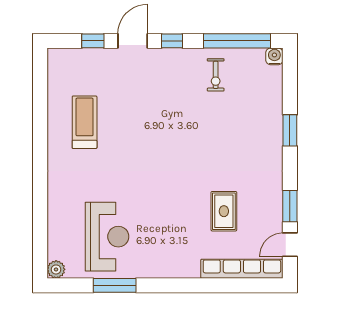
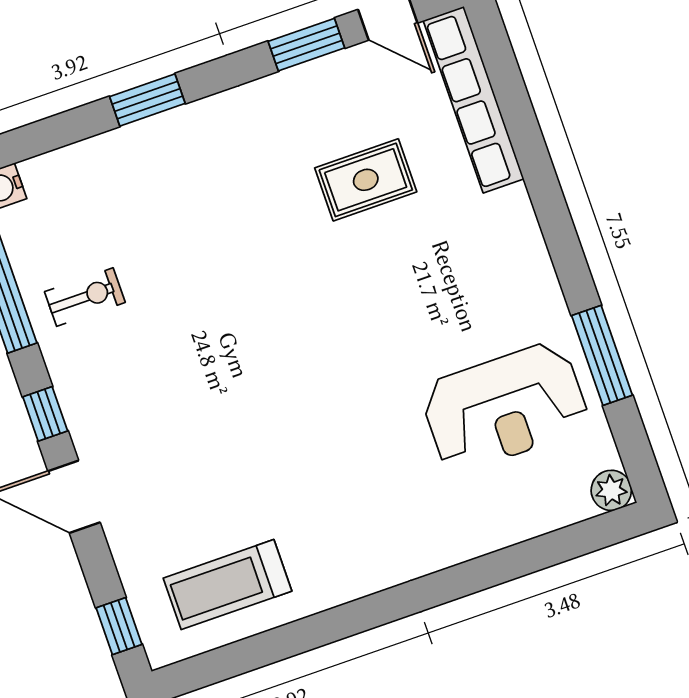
window: (93, 41) -> (119, 626), moved
treadmill: (85, 122) -> (228, 585), moved
reception desk: (107, 237) -> (505, 407), turned 180

